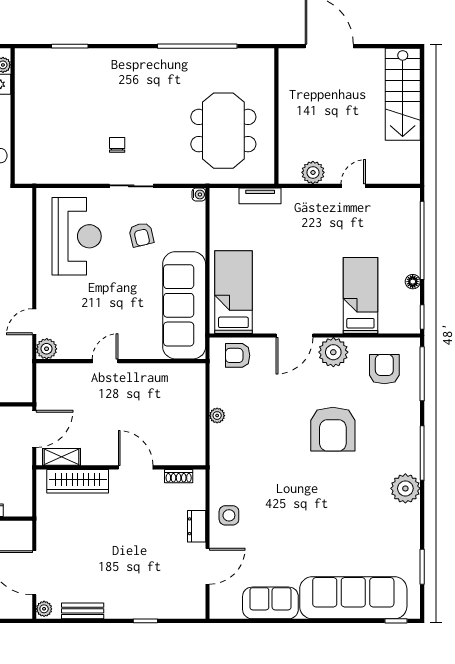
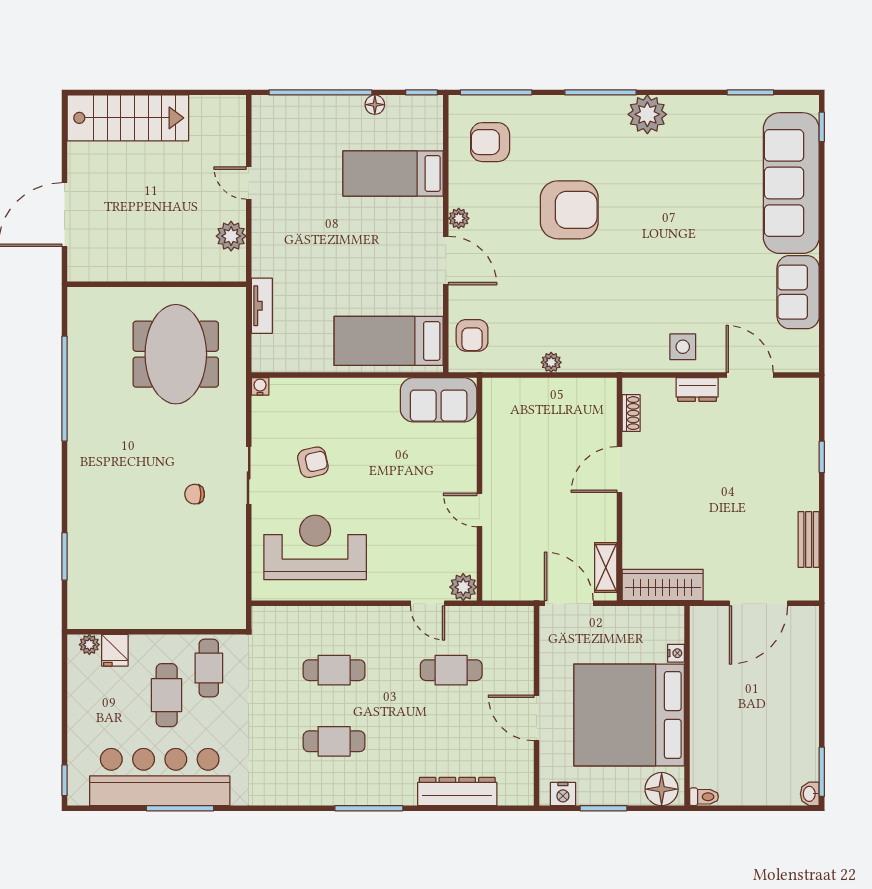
meeting table: (223, 131) -> (176, 354), turned 90
sofa: (184, 305) -> (439, 400), width x0.54, depth x0.79
plant: (333, 352) -> (459, 218), width x0.53, depth x0.53
wardrobe: (78, 481) -> (663, 585), moved, turned -90
plant: (44, 609) -> (806, 590), removed

